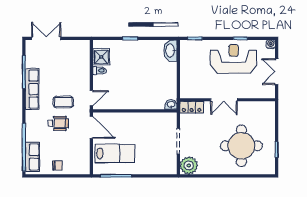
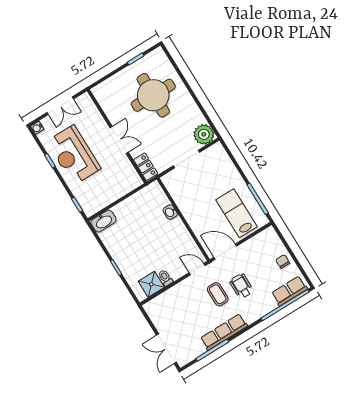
washbasin: (171, 104) -> (170, 212), moved
door: (91, 127) -> (225, 252), hinge flipped

